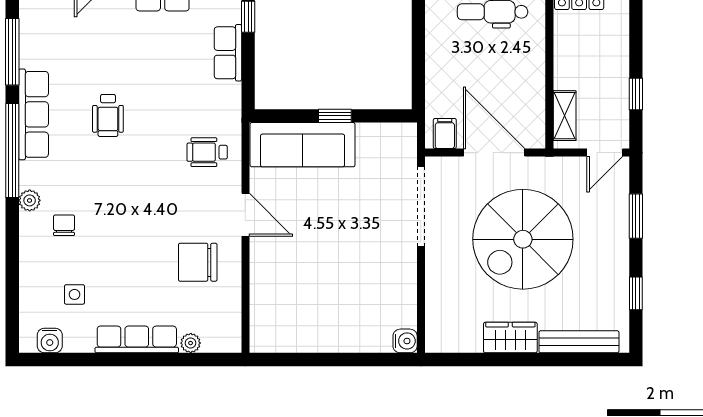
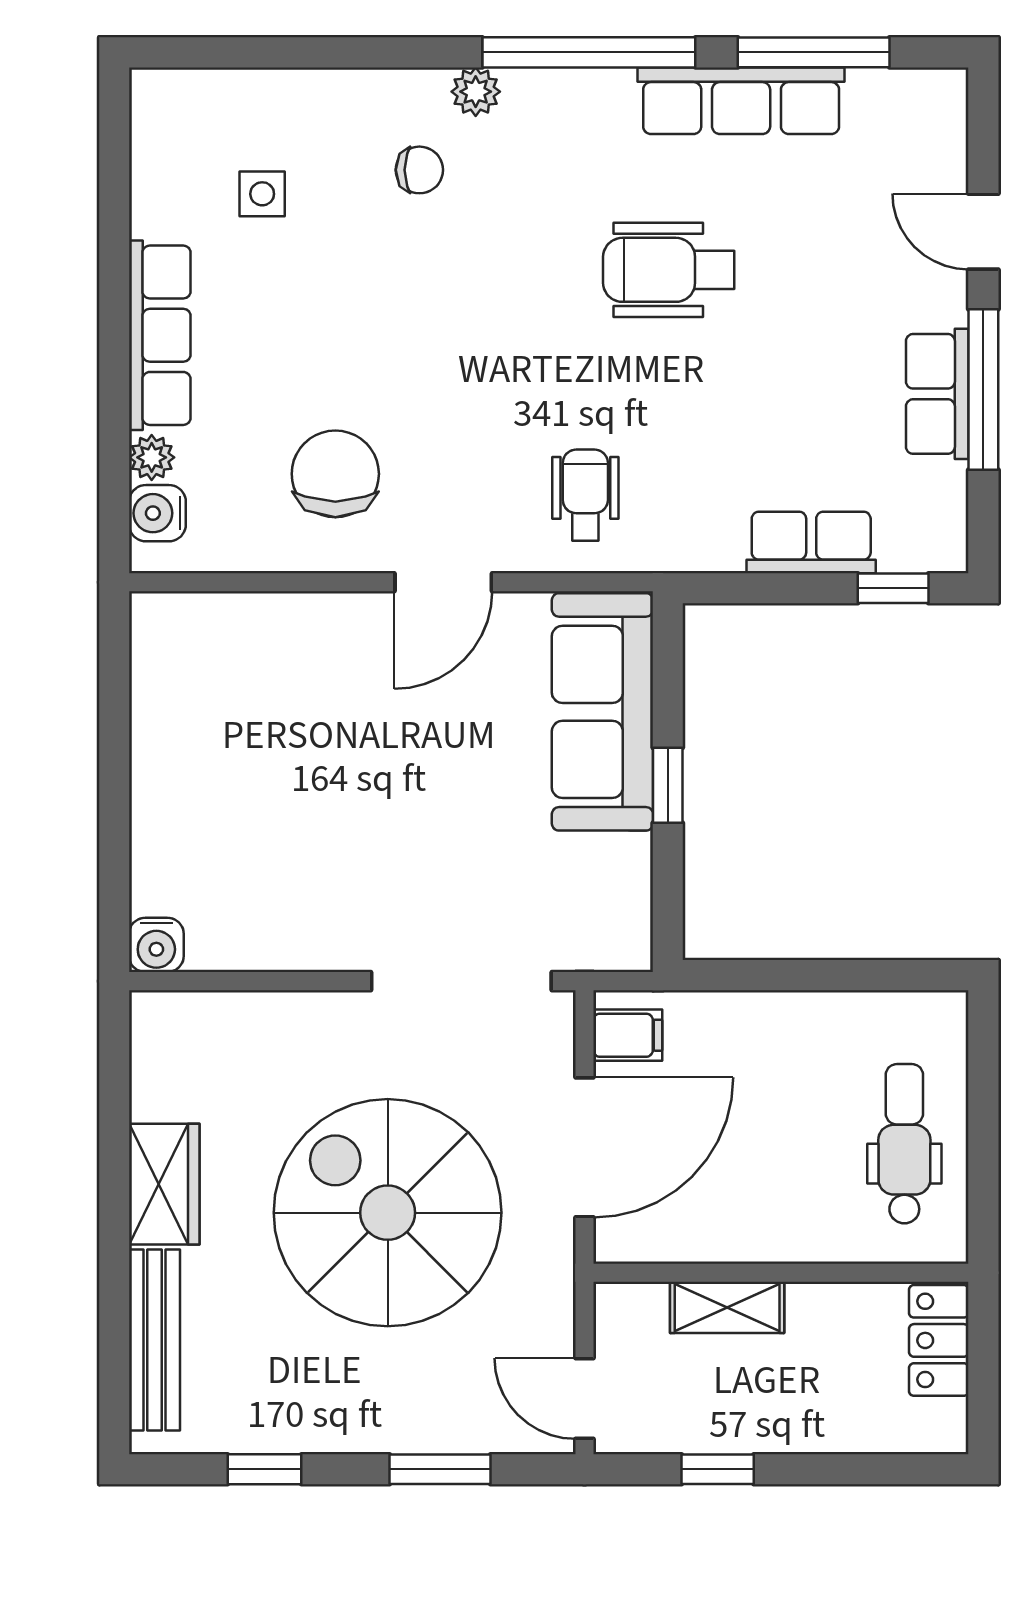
row of seats: (34, 114) -> (741, 101), moved
wheelchair: (108, 115) -> (669, 270), width x1.36, depth x1.37
shelving: (565, 116) -> (727, 1307), moved
water cooler: (50, 341) -> (157, 513), moved

